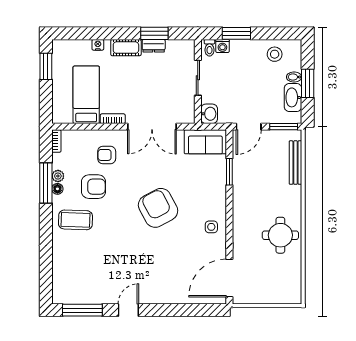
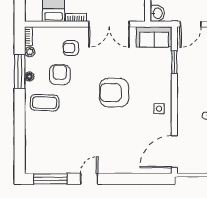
plant: (58, 176) -> (30, 52), moved
armchair: (94, 187) -> (60, 75), turned -90
armchair: (158, 208) -> (114, 93), turned -62

